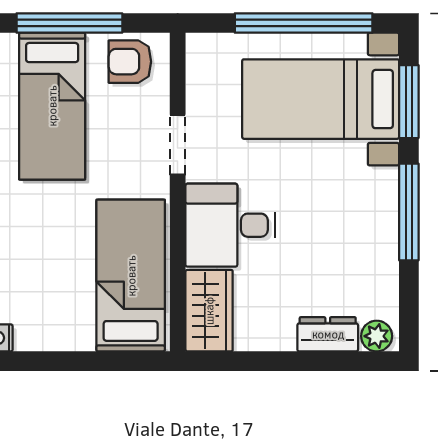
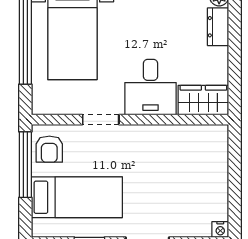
window: (69, 23) -> (25, 165), moved
bed: (131, 276) -> (182, 149), removed

